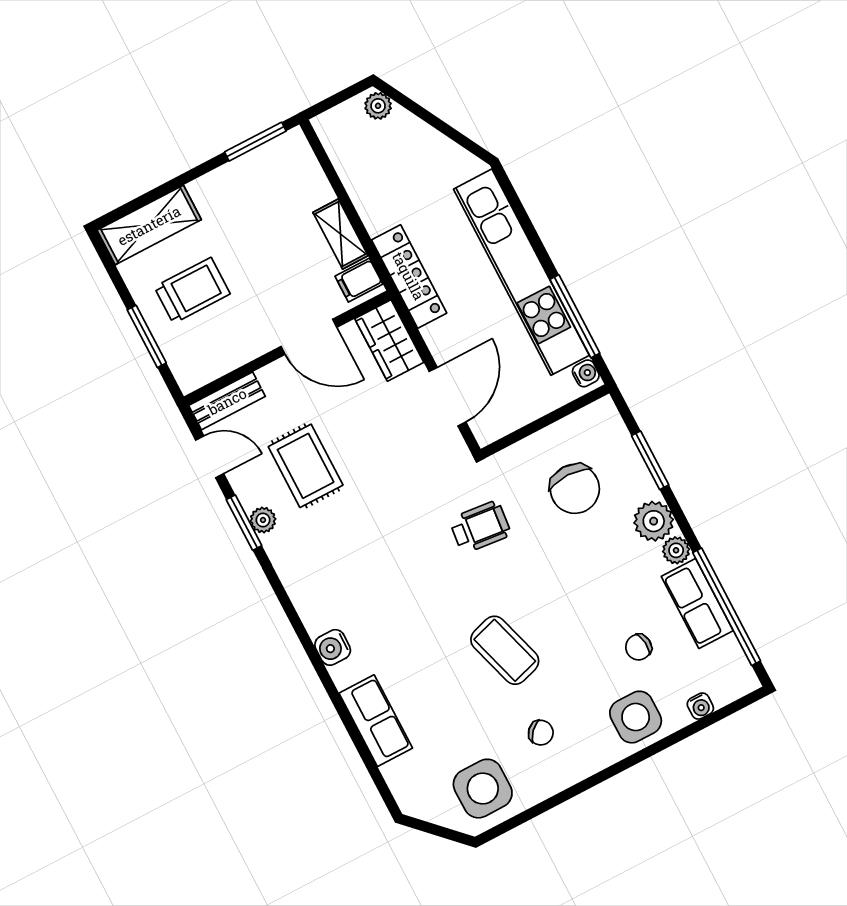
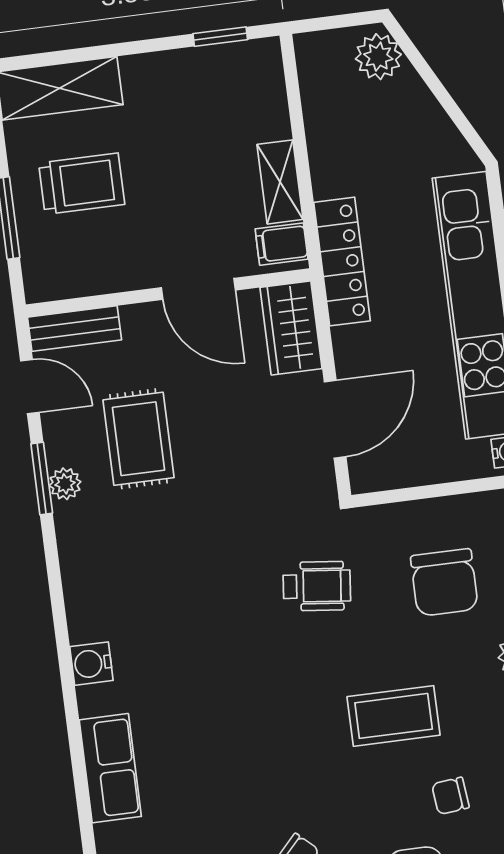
plant: (378, 106) -> (378, 57), width x1.38, depth x1.38
window: (255, 142) -> (220, 37), width x0.67
coffee table: (505, 650) -> (394, 716), moved, turned -73

